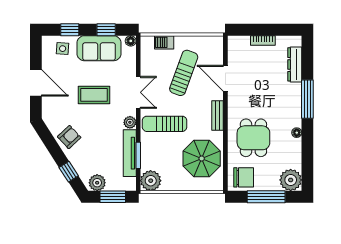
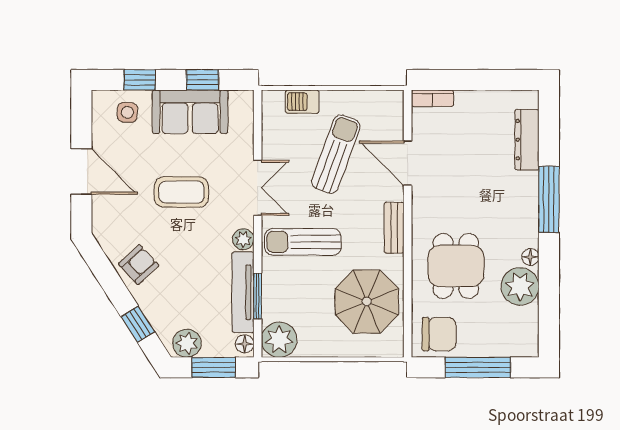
bookcase: (263, 40) -> (432, 98), moved
floor lamp: (131, 41) -> (245, 344), moved
plant: (291, 180) -> (520, 286), moved

